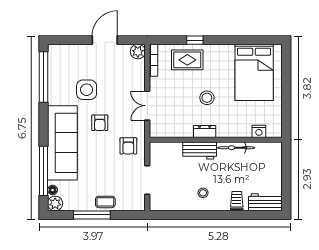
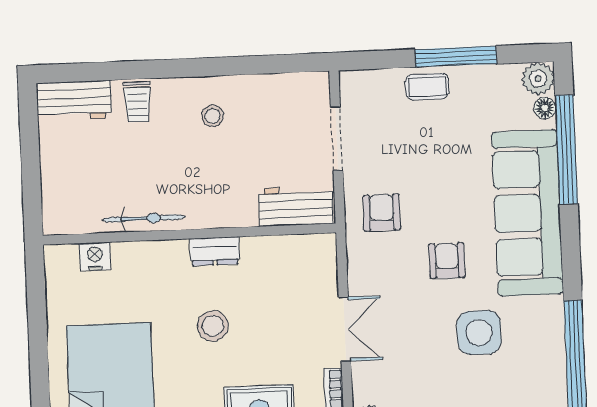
double door: (147, 106) -> (345, 329), moved
workbench: (200, 150) -> (296, 206), moved

